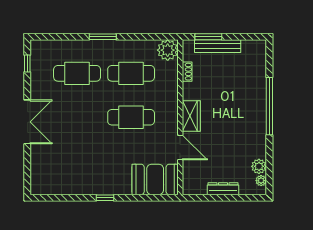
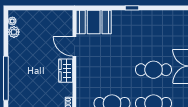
cafe table: (131, 117) -> (154, 70), moved
dresser: (223, 189) -> (41, 15), removed

